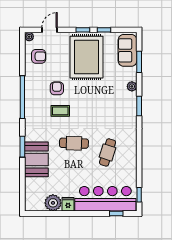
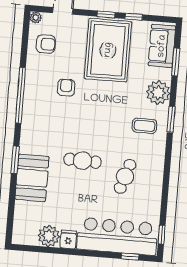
plant: (132, 86) -> (158, 93), width x1.87, depth x1.87
coffee table: (60, 111) -> (144, 126), moved

